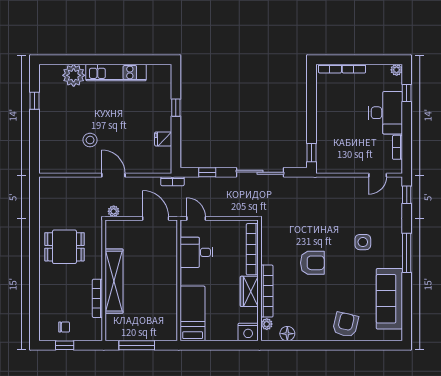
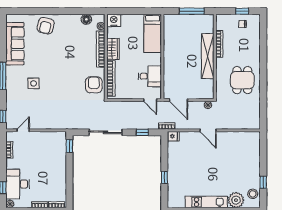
desk: (386, 113) -> (18, 184), moved
fridge: (163, 139) -> (173, 136), moved
stool: (90, 140) -> (253, 194), moved
dining table: (64, 247) -> (242, 80), turned 90
armchair: (312, 263) -> (94, 85), moved, turned 90

